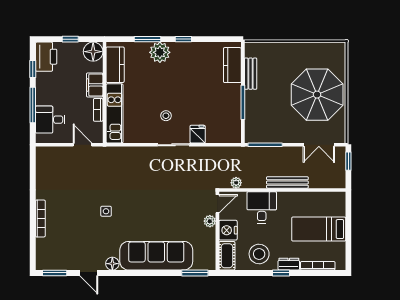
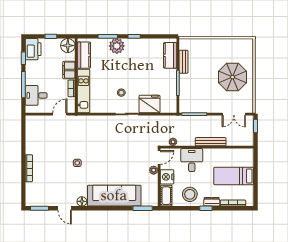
parasol: (317, 95) -> (232, 77), width x0.73, depth x0.73
fridge: (198, 134) -> (149, 104), width x1.88, depth x1.34
door: (82, 145) -> (60, 114), hinge flipped

